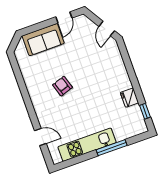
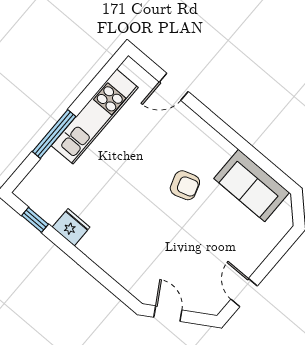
sofa: (43, 40) -> (252, 186), moved, turned -90

